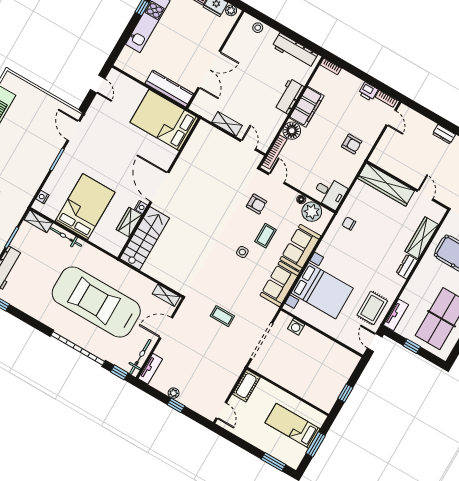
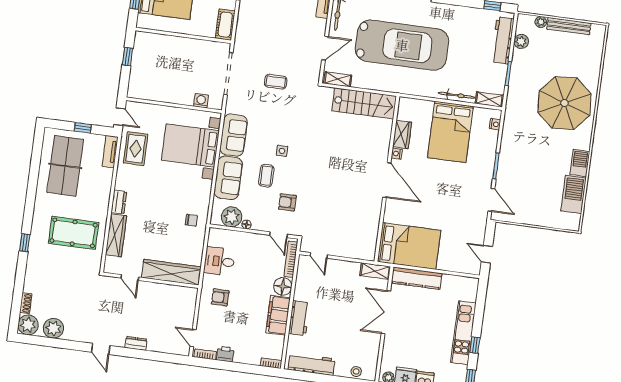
shelving: (227, 124) -> (375, 271), moved
desk: (330, 193) -> (219, 261), moved
stairs: (145, 238) -> (364, 103), moved, turned -90

